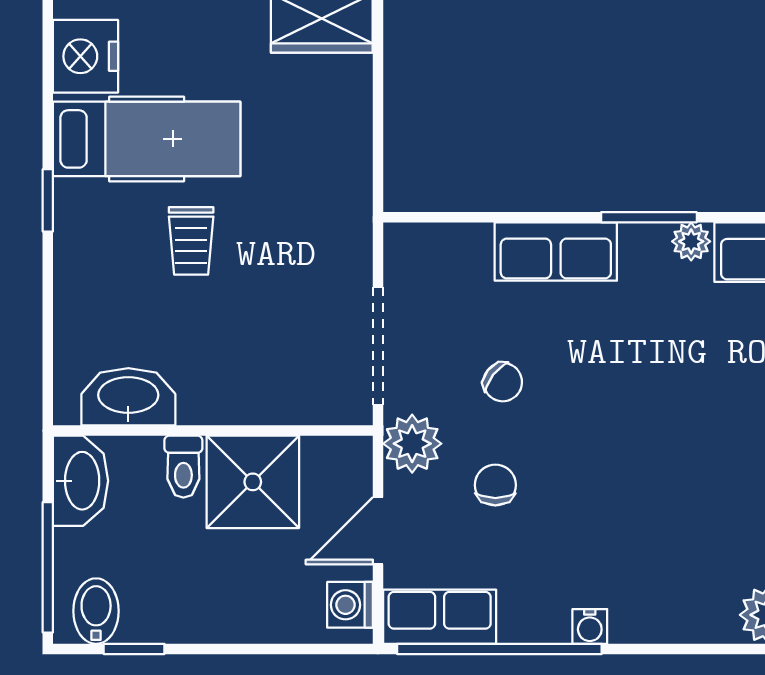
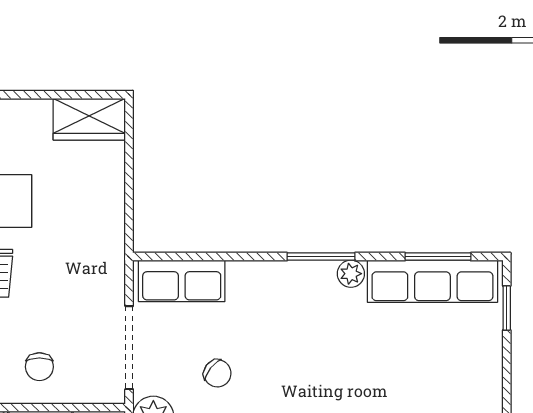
row of seats: (556, 252) -> (182, 281), moved
chair: (251, 373) -> (39, 367), added

